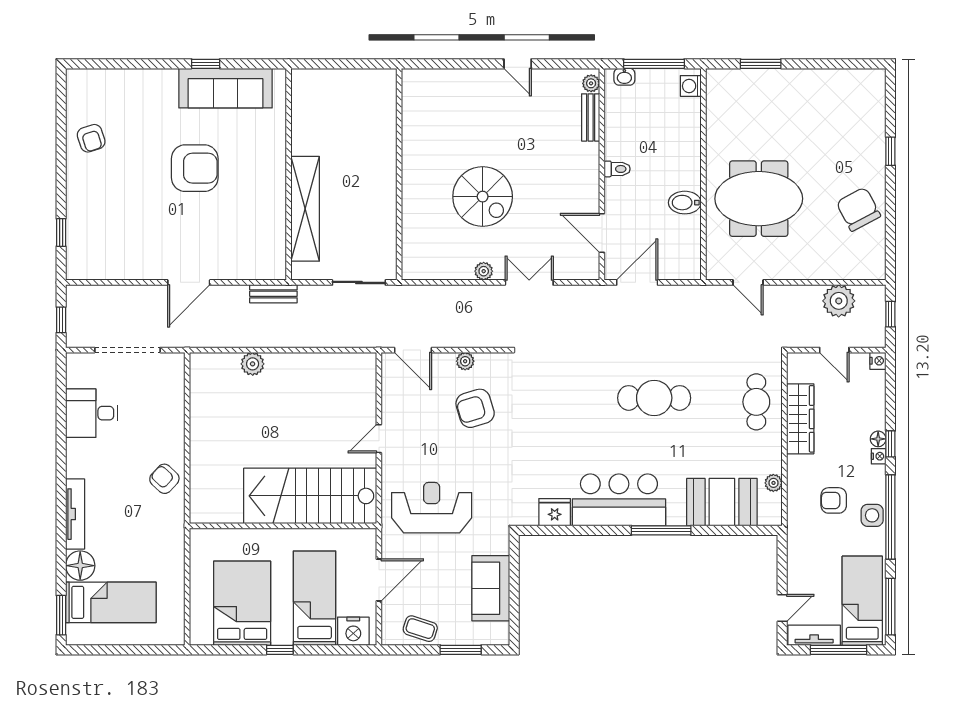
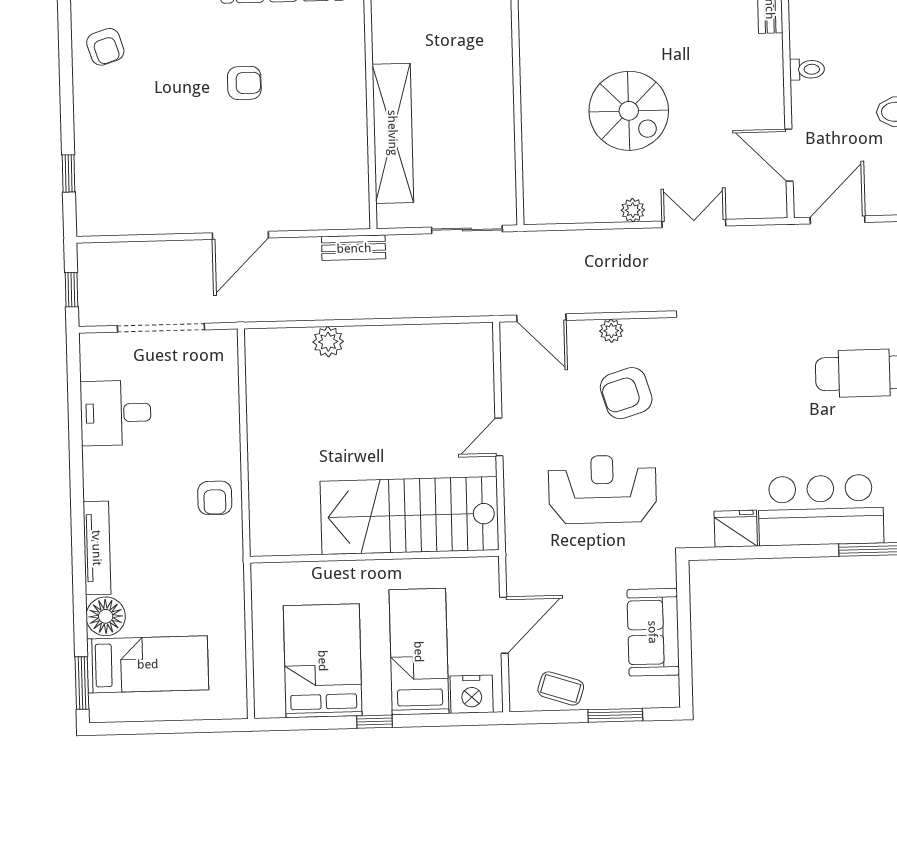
armchair: (195, 168) -> (244, 83), width x0.53, depth x0.53
armchair: (164, 479) -> (215, 498), turned -133
reception desk: (432, 508) -> (602, 489), moved

